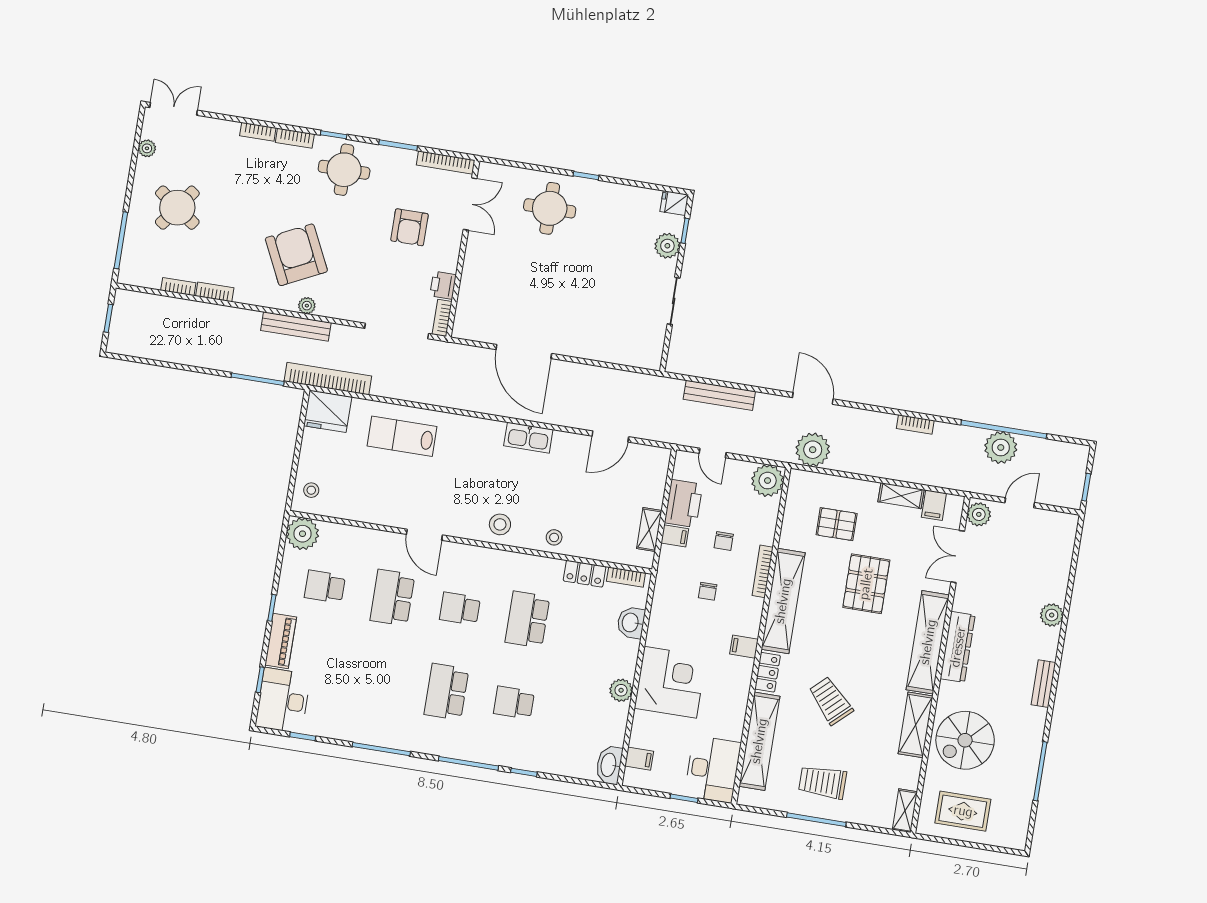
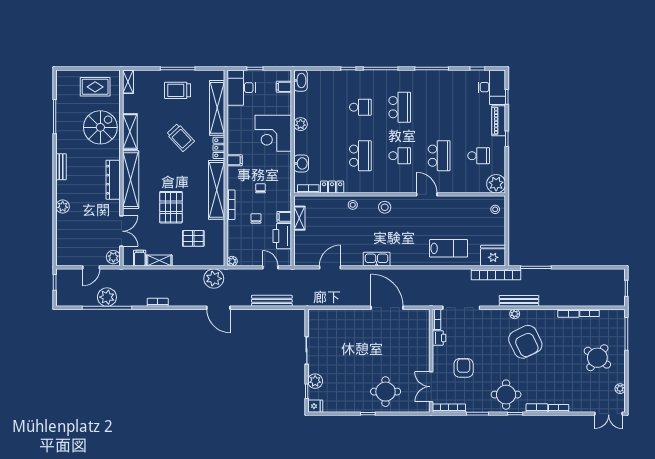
plant: (768, 481) -> (232, 261), width x0.53, depth x0.53
trolley: (823, 782) -> (178, 90), turned 180

